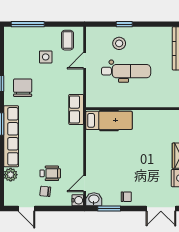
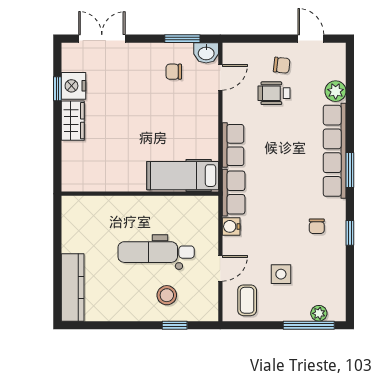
window: (124, 24) -> (175, 325), moved
plant: (21, 32) -> (319, 313), added
chair: (23, 88) -> (317, 226), width x0.54, depth x0.54
row of seats: (77, 140) -> (233, 145), added
chair: (126, 197) -> (174, 72), moved
water cooler: (78, 200) -> (231, 226), moved

